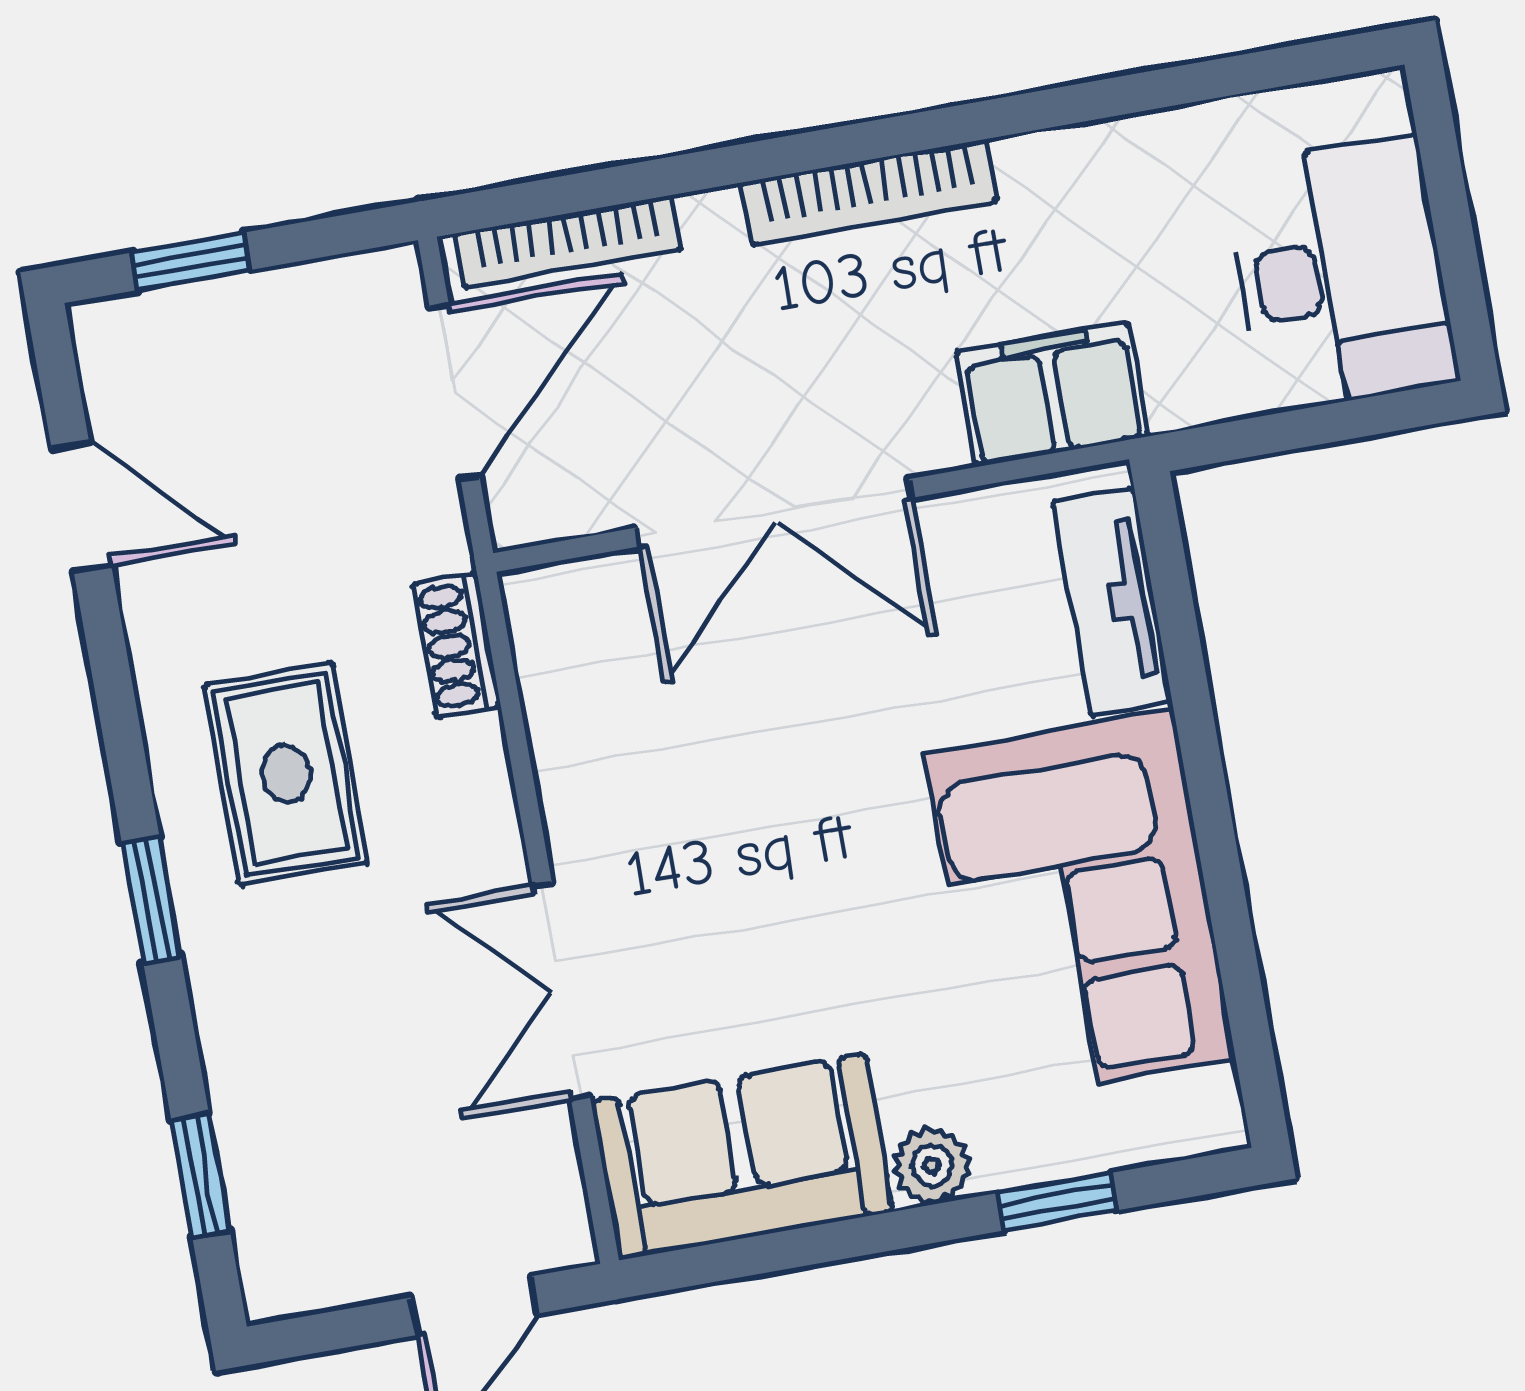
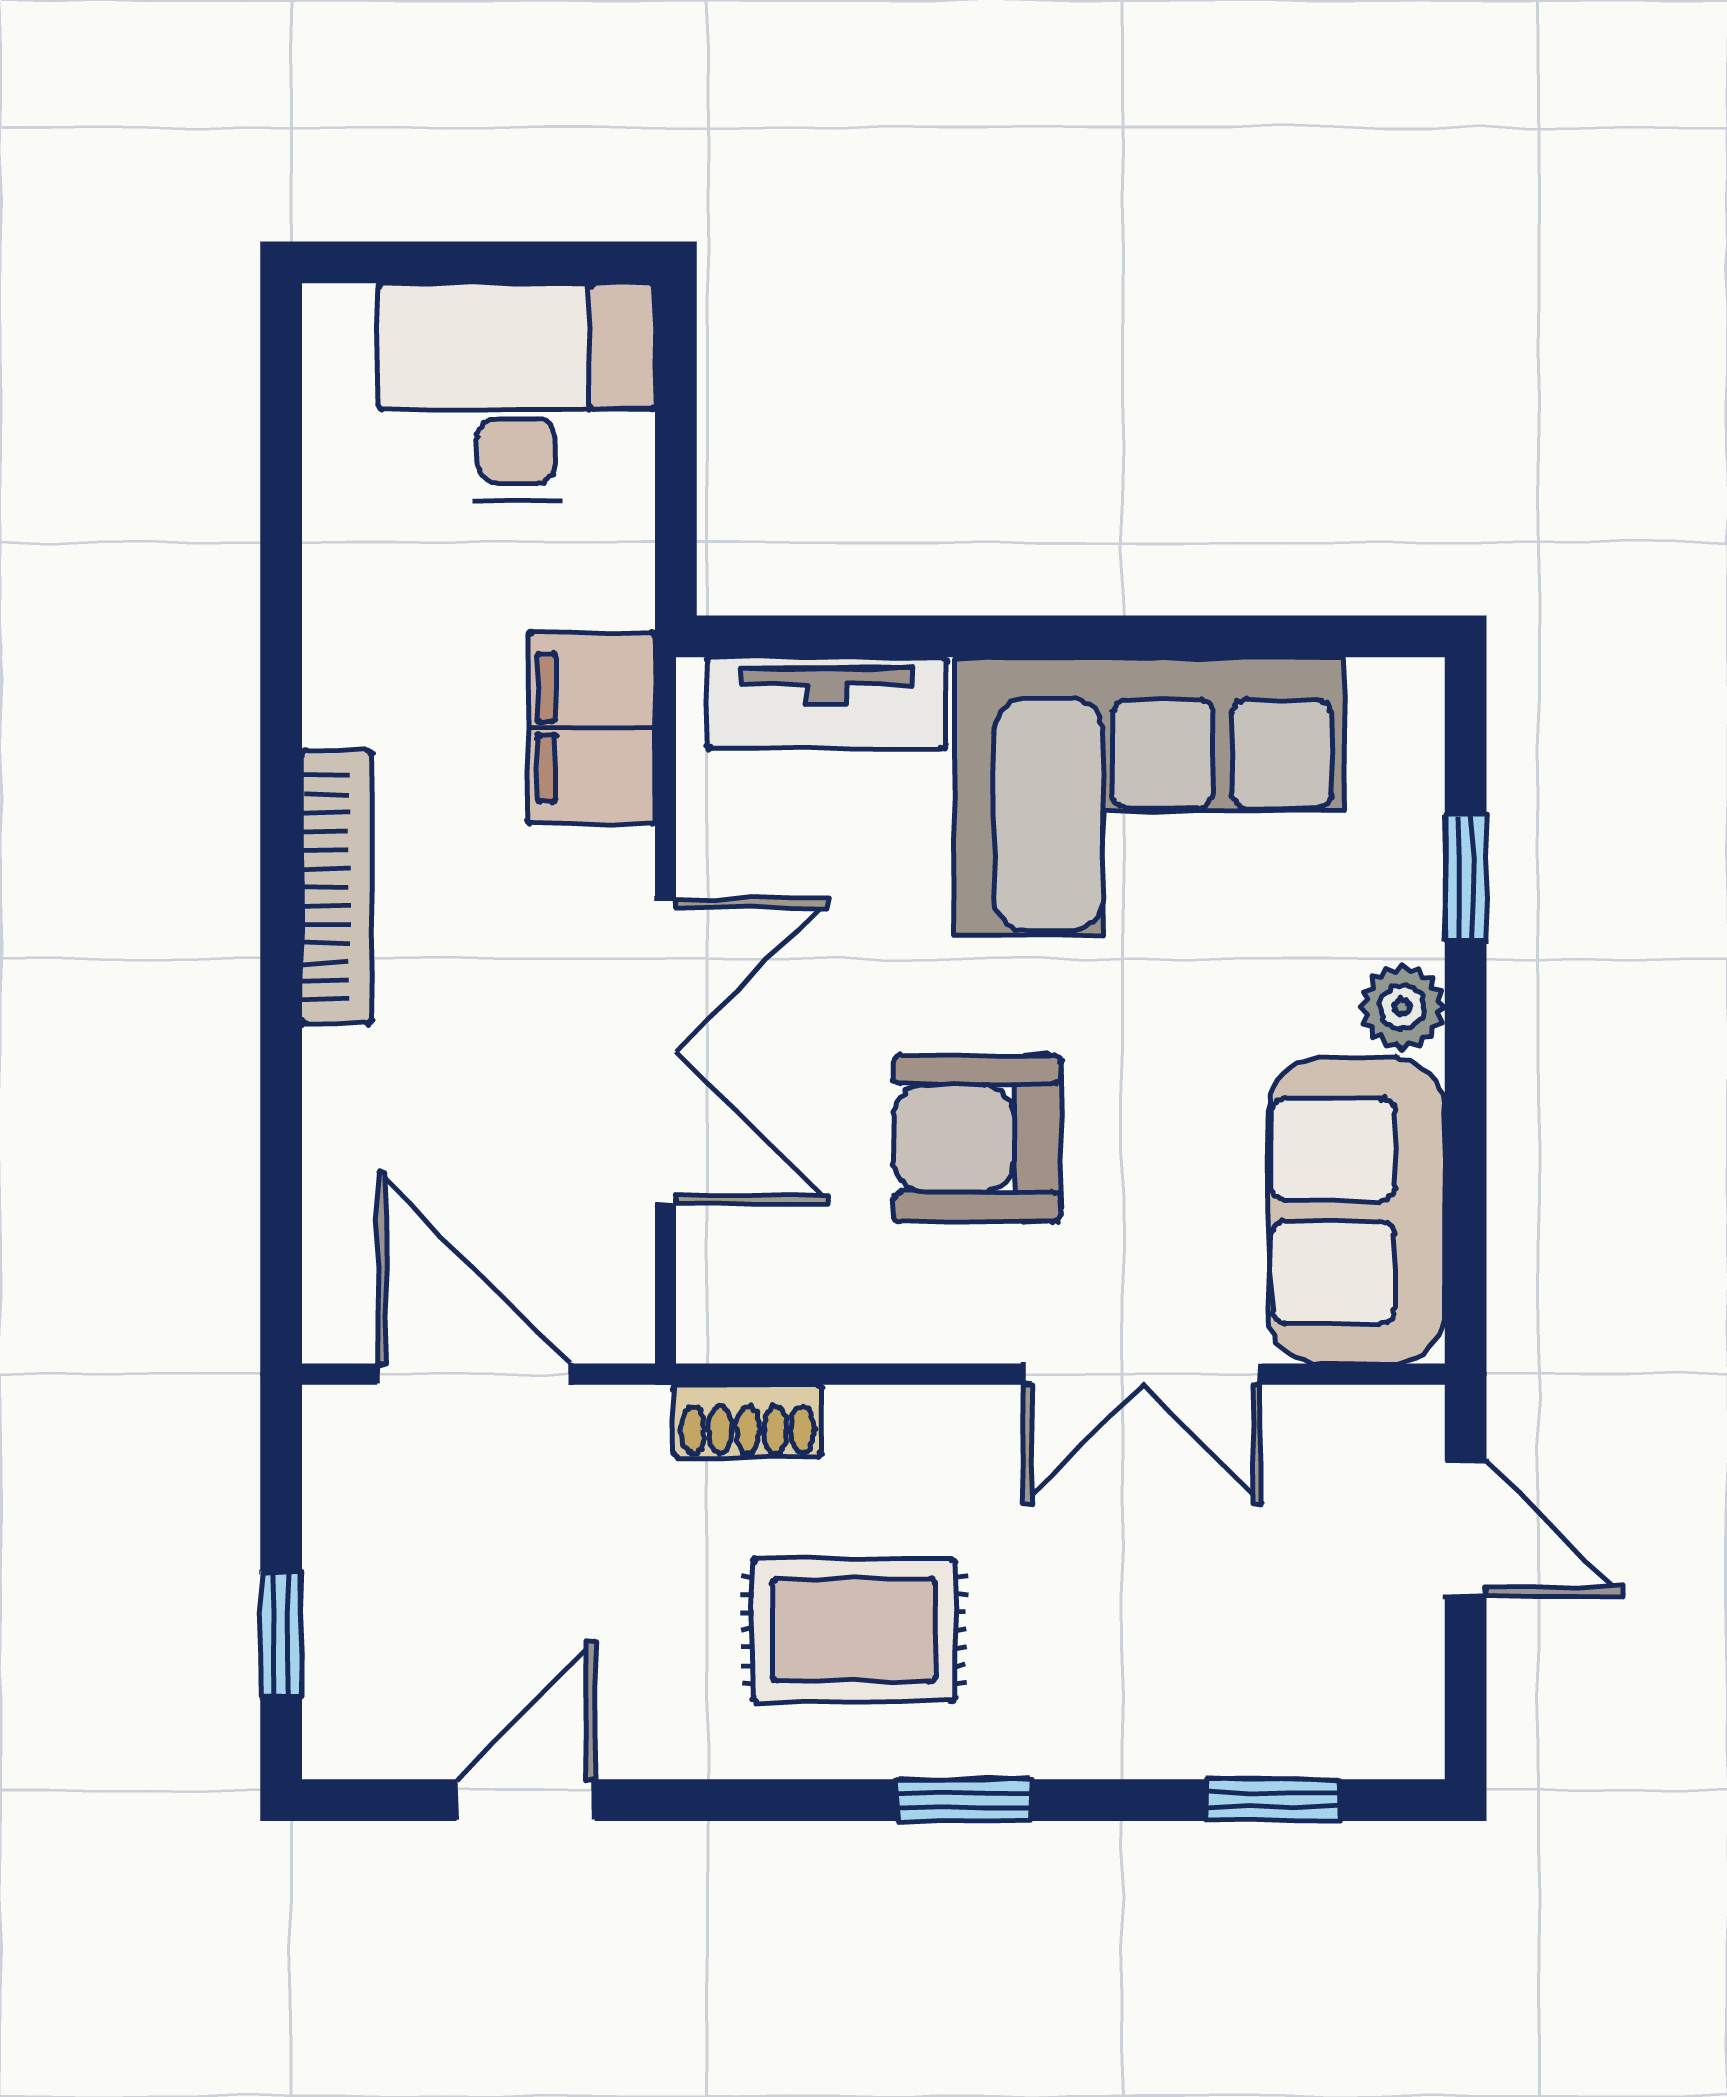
bookcase: (568, 242) -> (333, 1223), removed
armchair: (746, 806) -> (977, 1138), added

